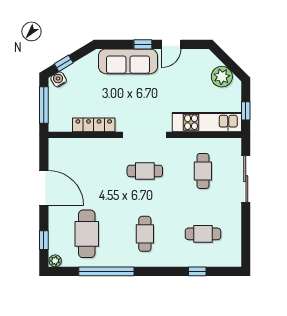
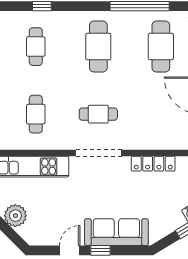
cafe table: (145, 234) -> (98, 47), width x1.37, depth x1.35
cafe table: (203, 234) -> (36, 47), turned 90

